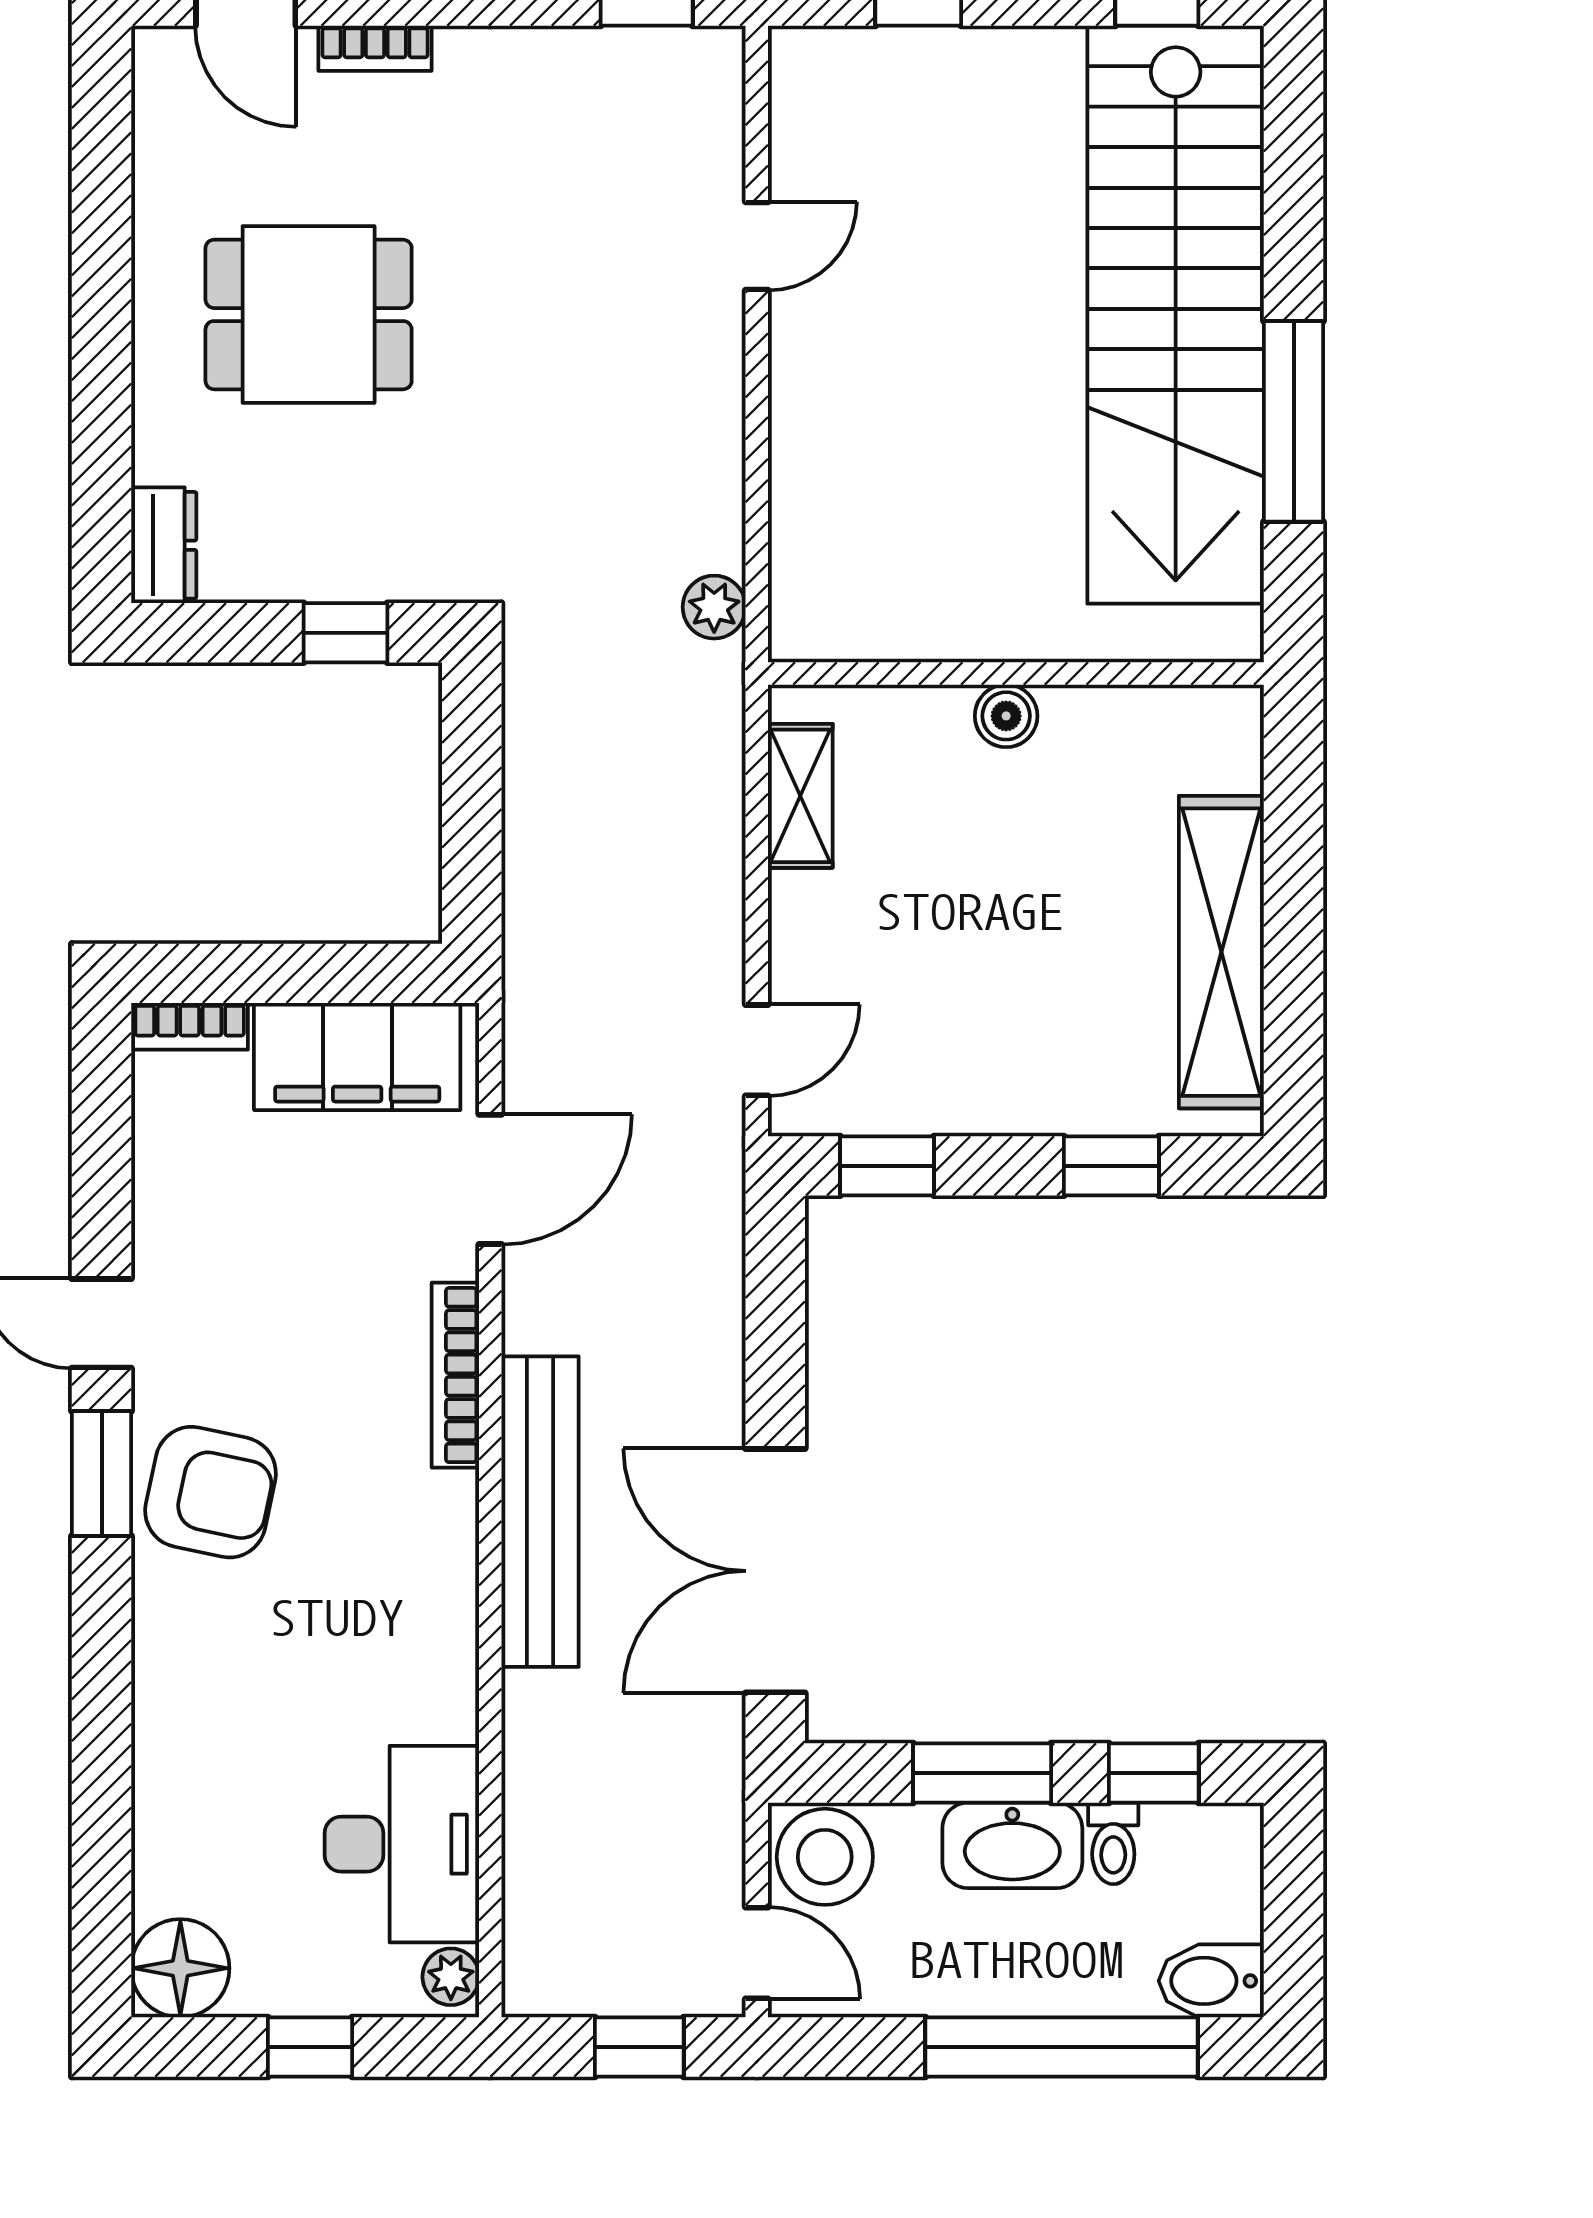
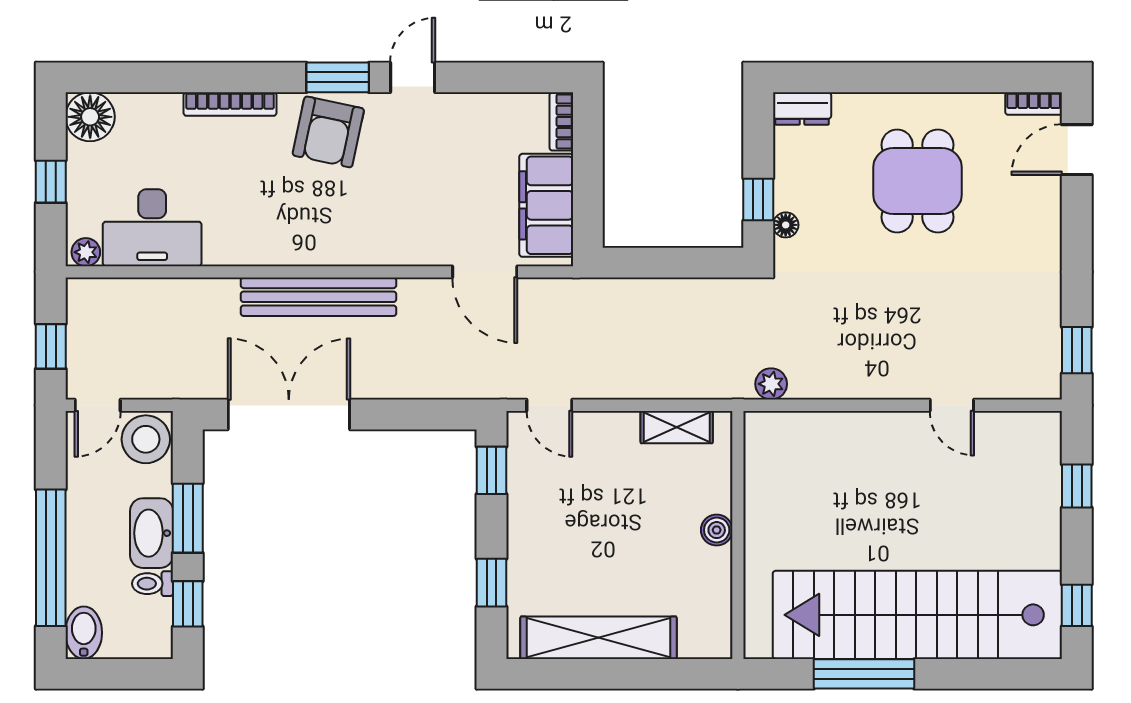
bookcase: (375, 48) -> (1034, 104), moved, turned -90
floor lamp: (396, 578) -> (786, 225), added
bookcase: (455, 1375) -> (230, 104), moved, turned 180

